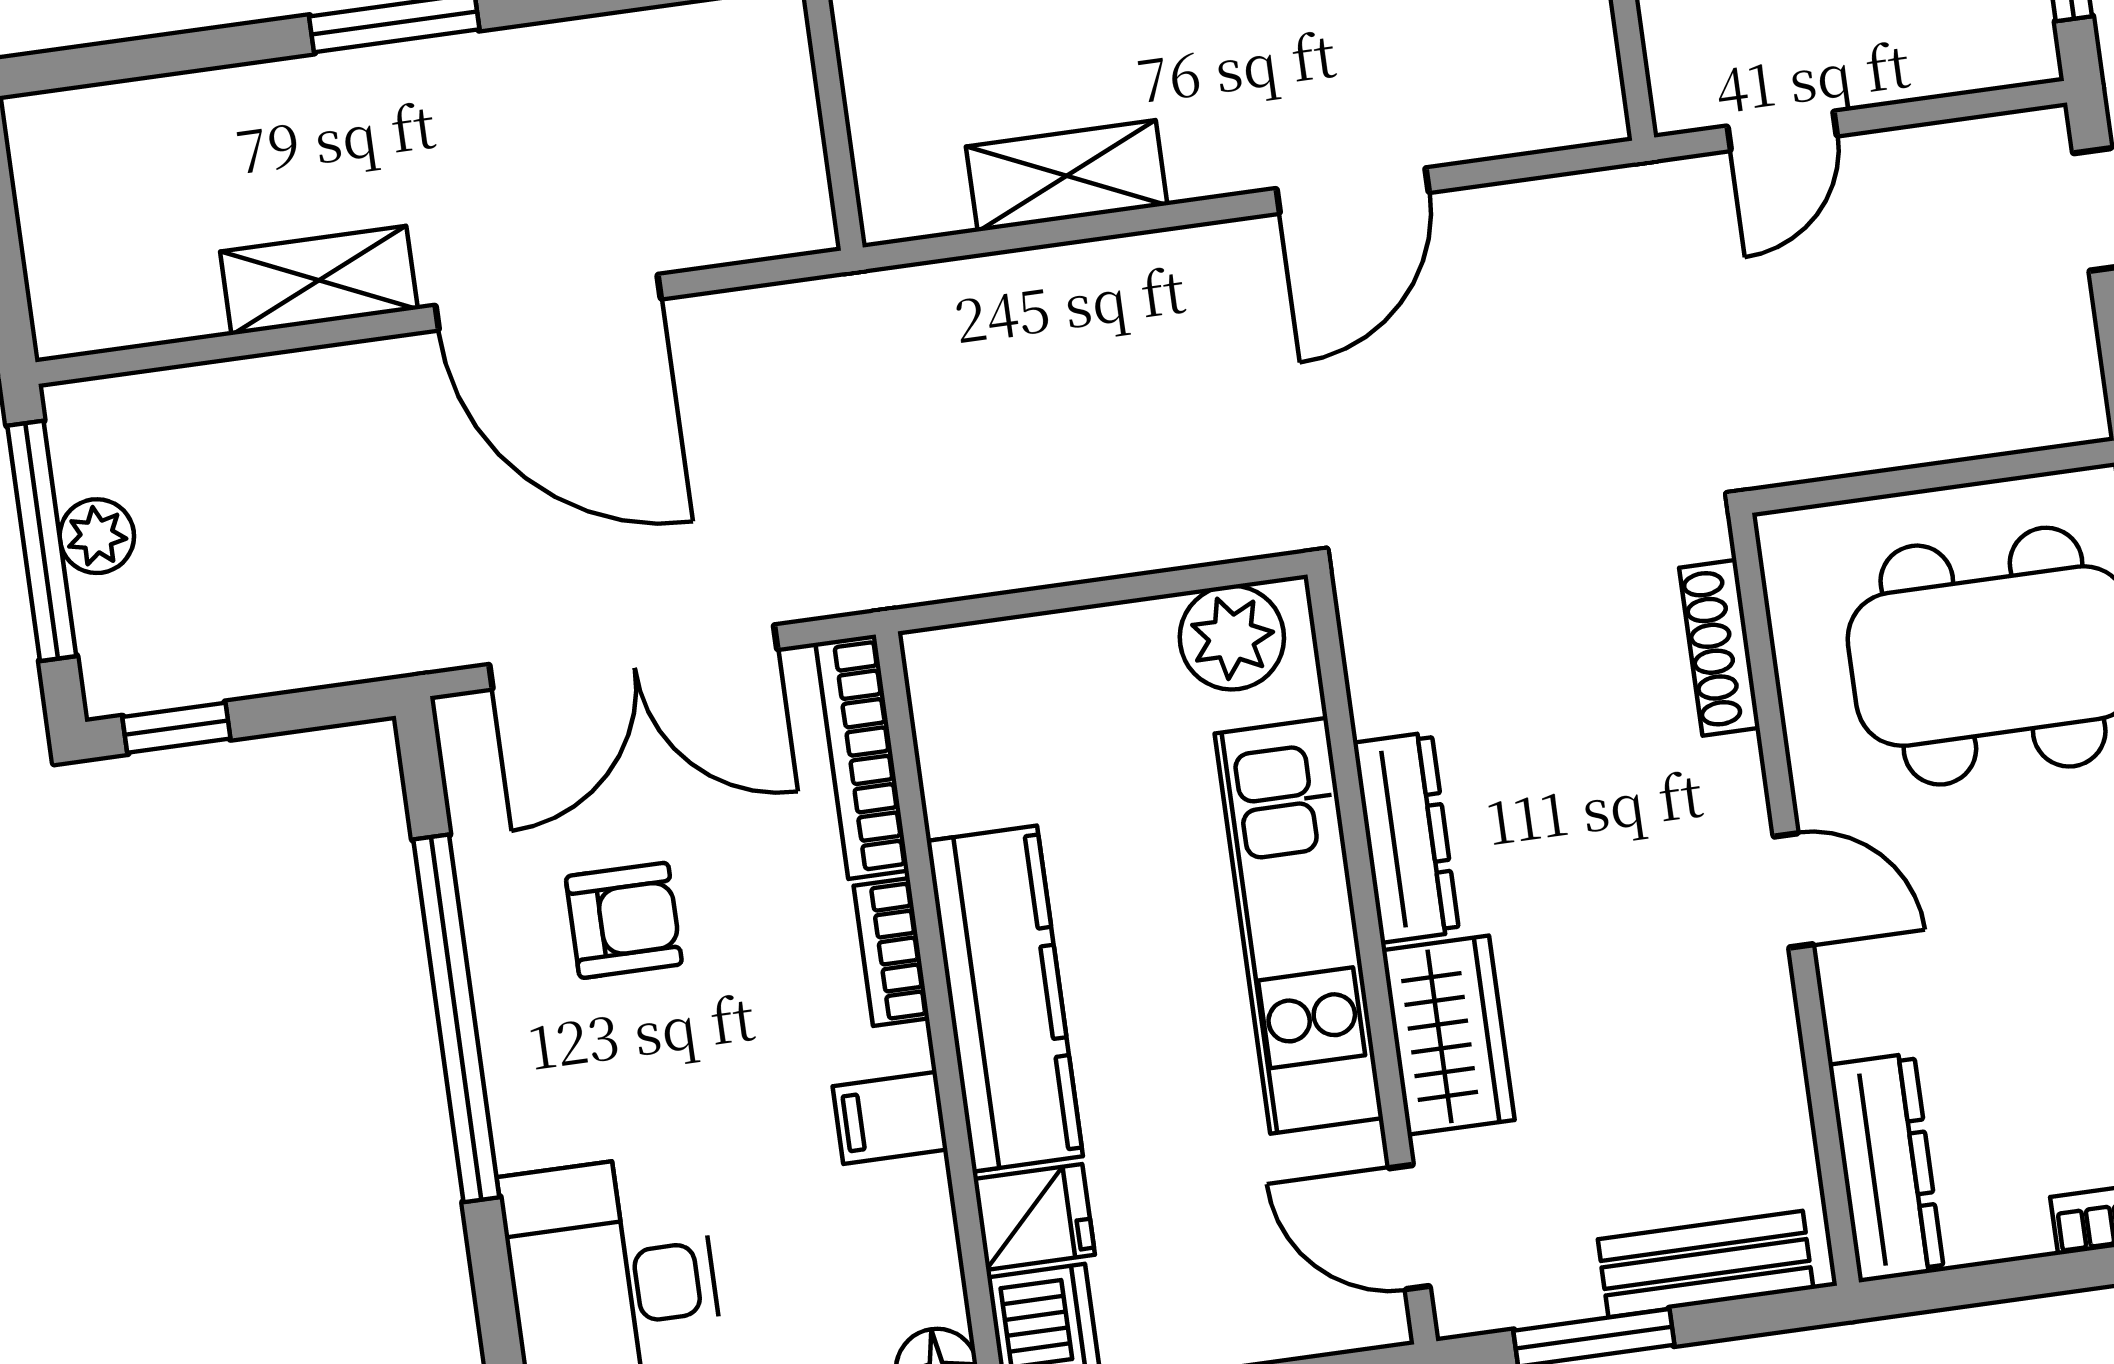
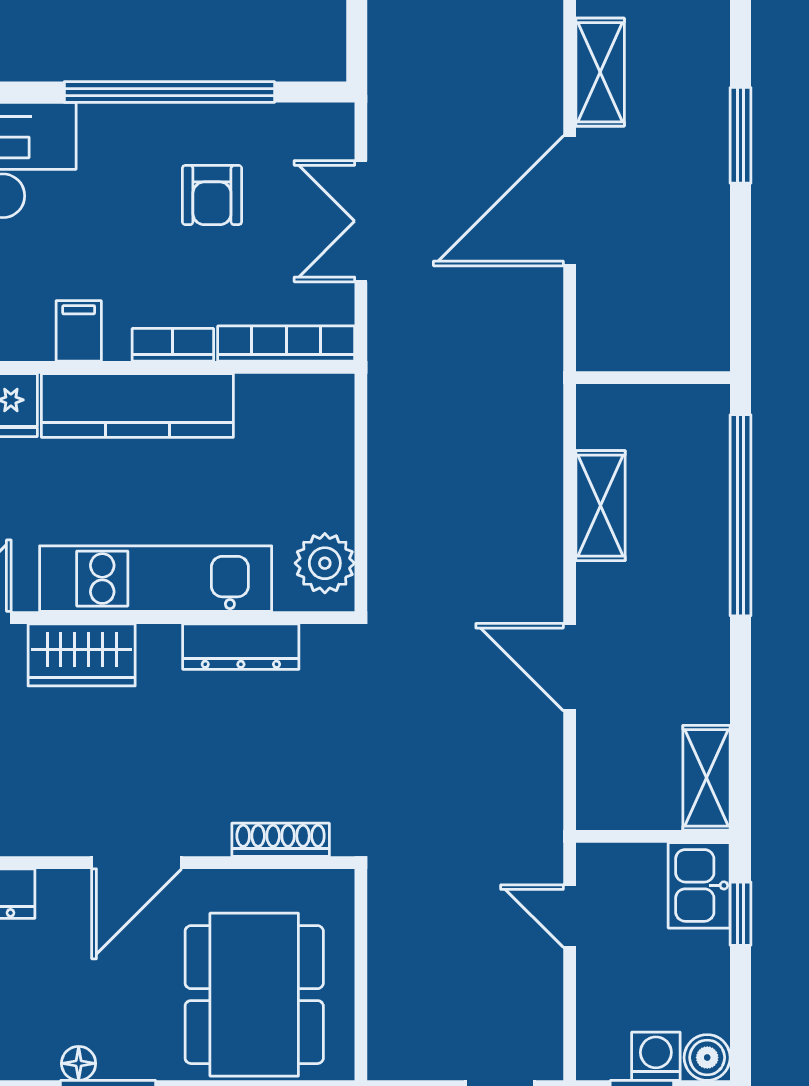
double door: (633, 657) -> (361, 221), width x0.73
dresser: (1406, 837) -> (241, 647), moved
door: (1793, 890) -> (137, 863), width x1.38

